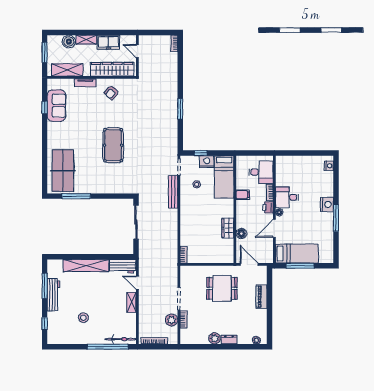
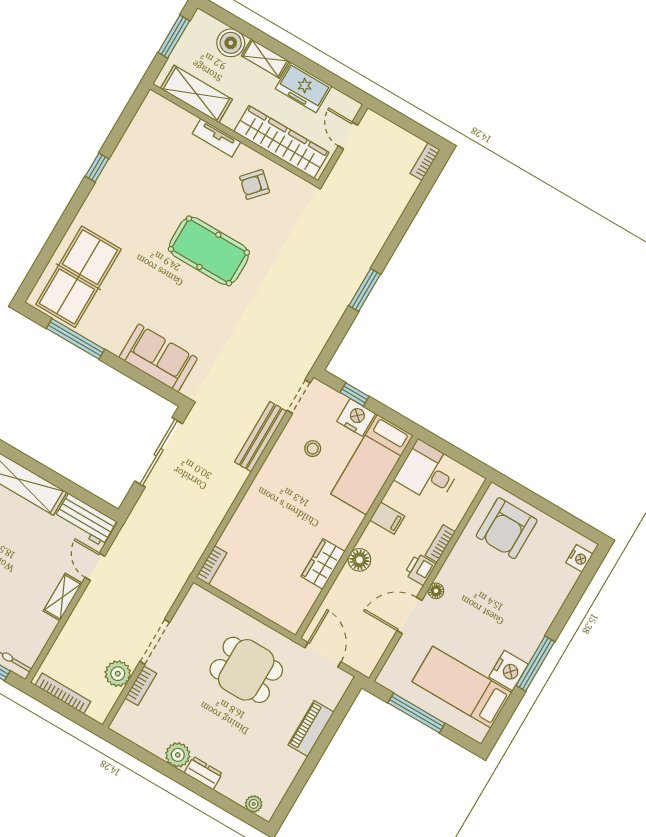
sofa: (56, 106) -> (158, 358), moved, turned -90
window: (45, 107) -> (97, 168), moved
pool table: (113, 145) -> (209, 251), moved, turned 90
armchair: (293, 171) -> (507, 528), added
desk: (261, 172) -> (428, 472), moved, turned 180
desk: (287, 197) -> (467, 571), removed
nightstand: (327, 204) -> (509, 671), moved
floor lamp: (241, 234) -> (359, 560), moved
bed: (297, 254) -> (462, 687), moved, turned 180

